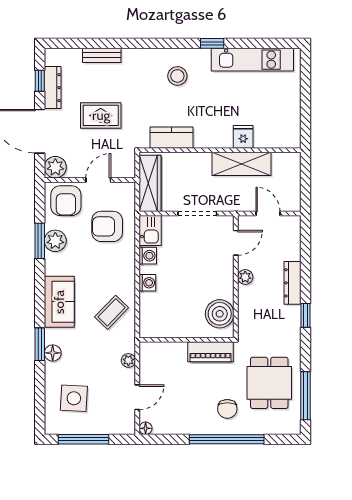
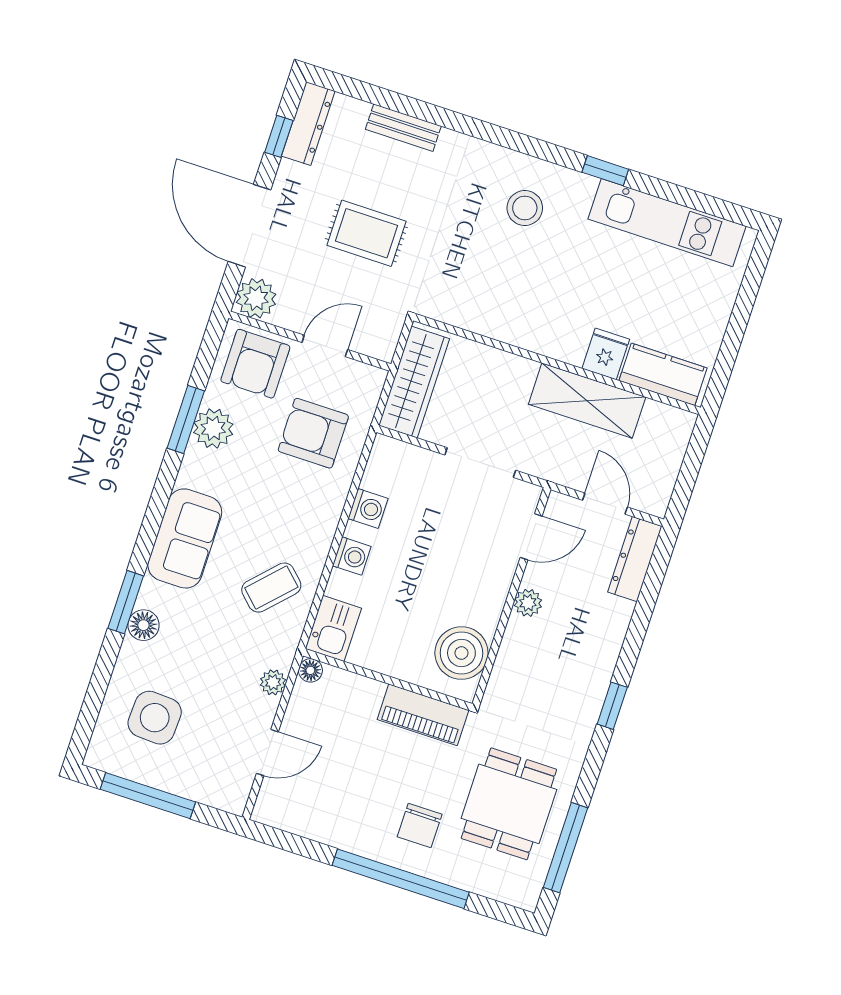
dresser: (53, 88) -> (308, 124), moved
kitchen counter: (171, 138) -> (663, 374), moved
kitchen sink: (150, 230) -> (333, 628), moved
dresser: (292, 283) -> (635, 559), moved
floor lamp: (146, 428) -> (310, 670), moved

